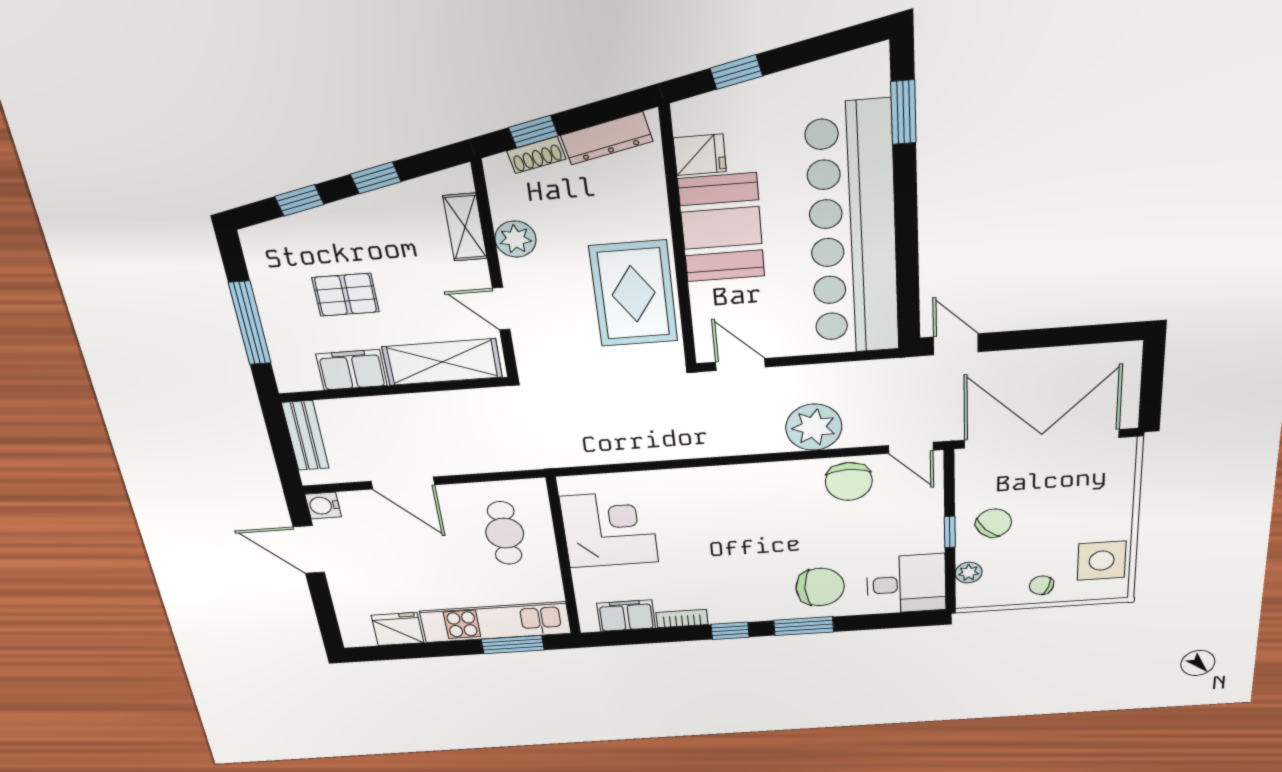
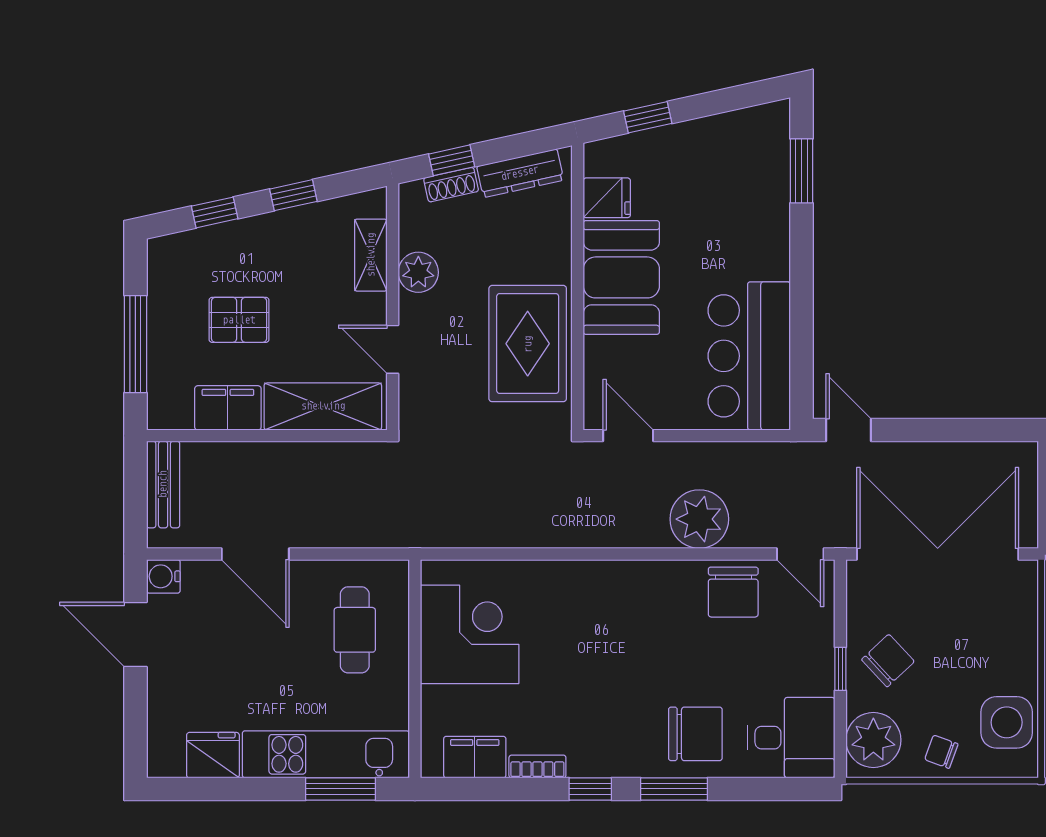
bar counter: (853, 231) -> (749, 356), width x0.54
plant: (969, 573) -> (873, 740), width x1.87, depth x1.87

